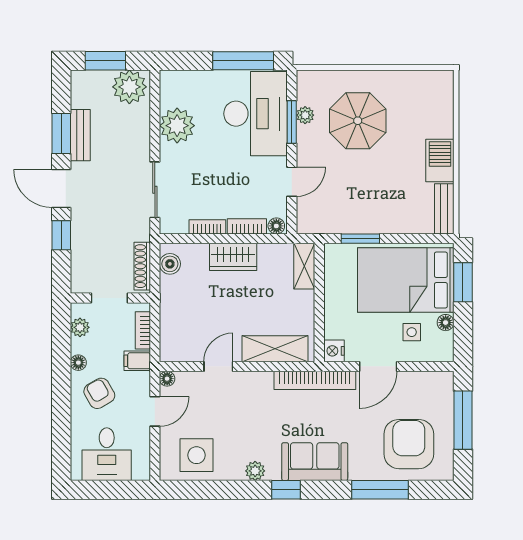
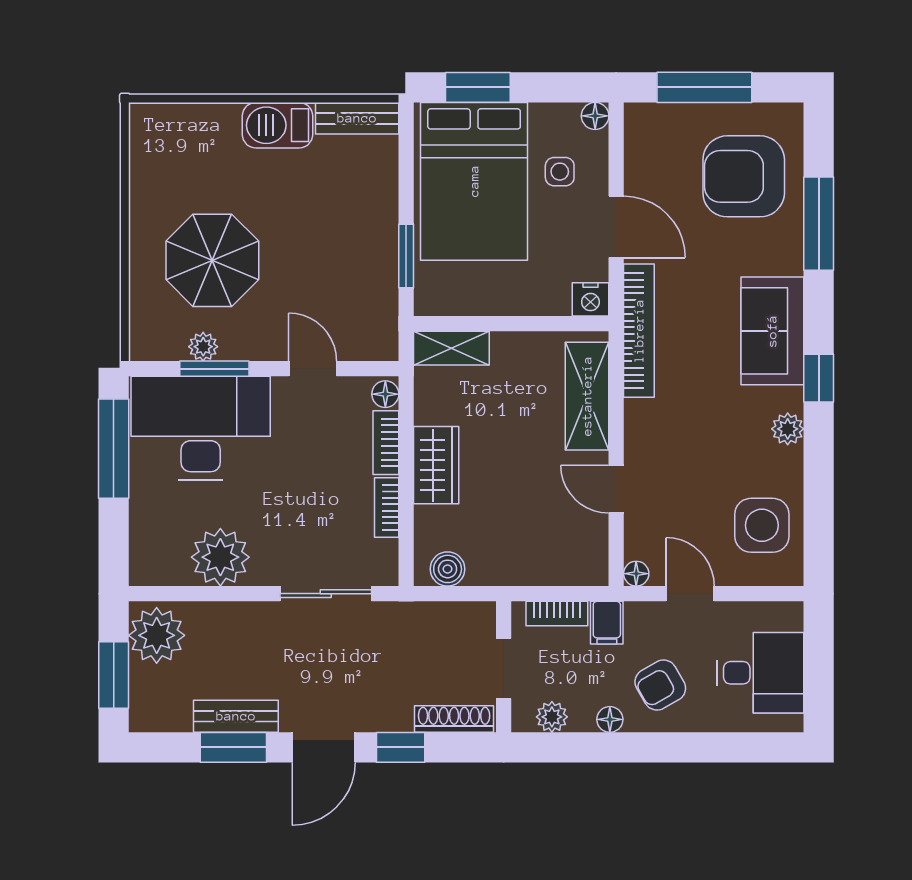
shoe rack: (142, 266) -> (454, 719), moved, turned 180
floor lamp: (446, 323) -> (595, 116), moved

